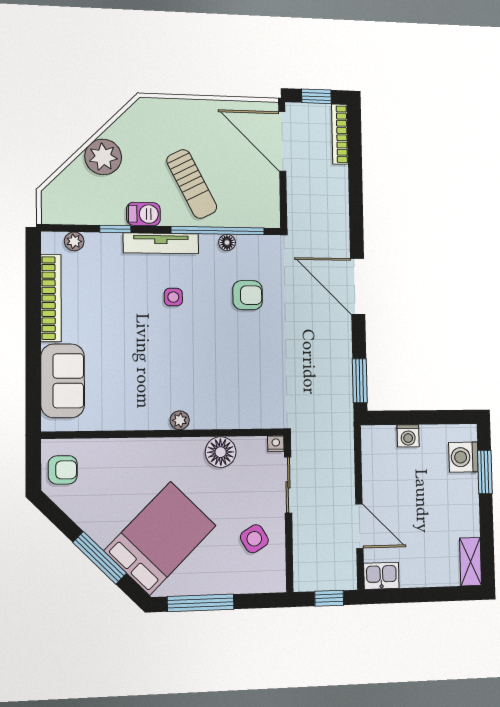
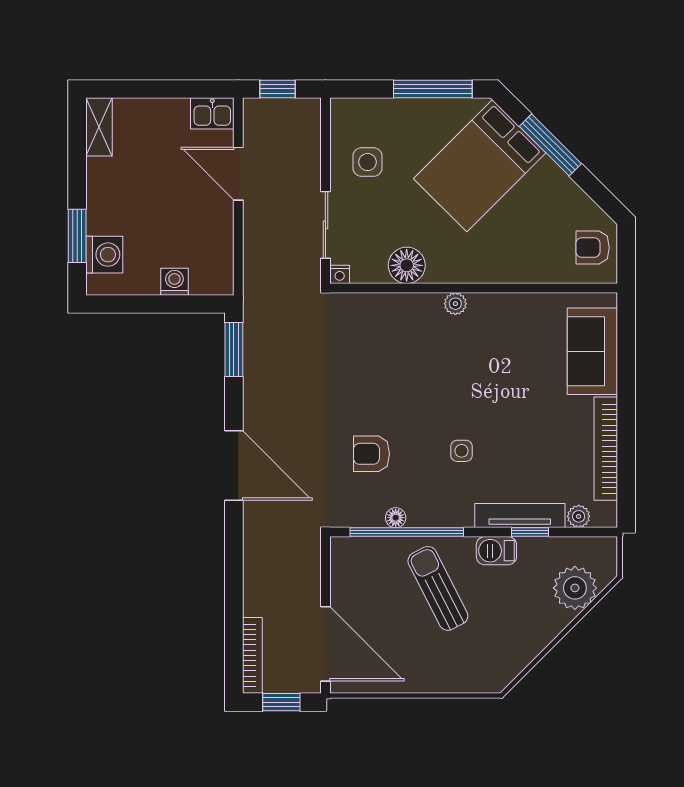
plant: (103, 157) -> (575, 588), moved
tv unit: (161, 243) -> (520, 516), moved
side table: (254, 539) -> (368, 162), turned 31

